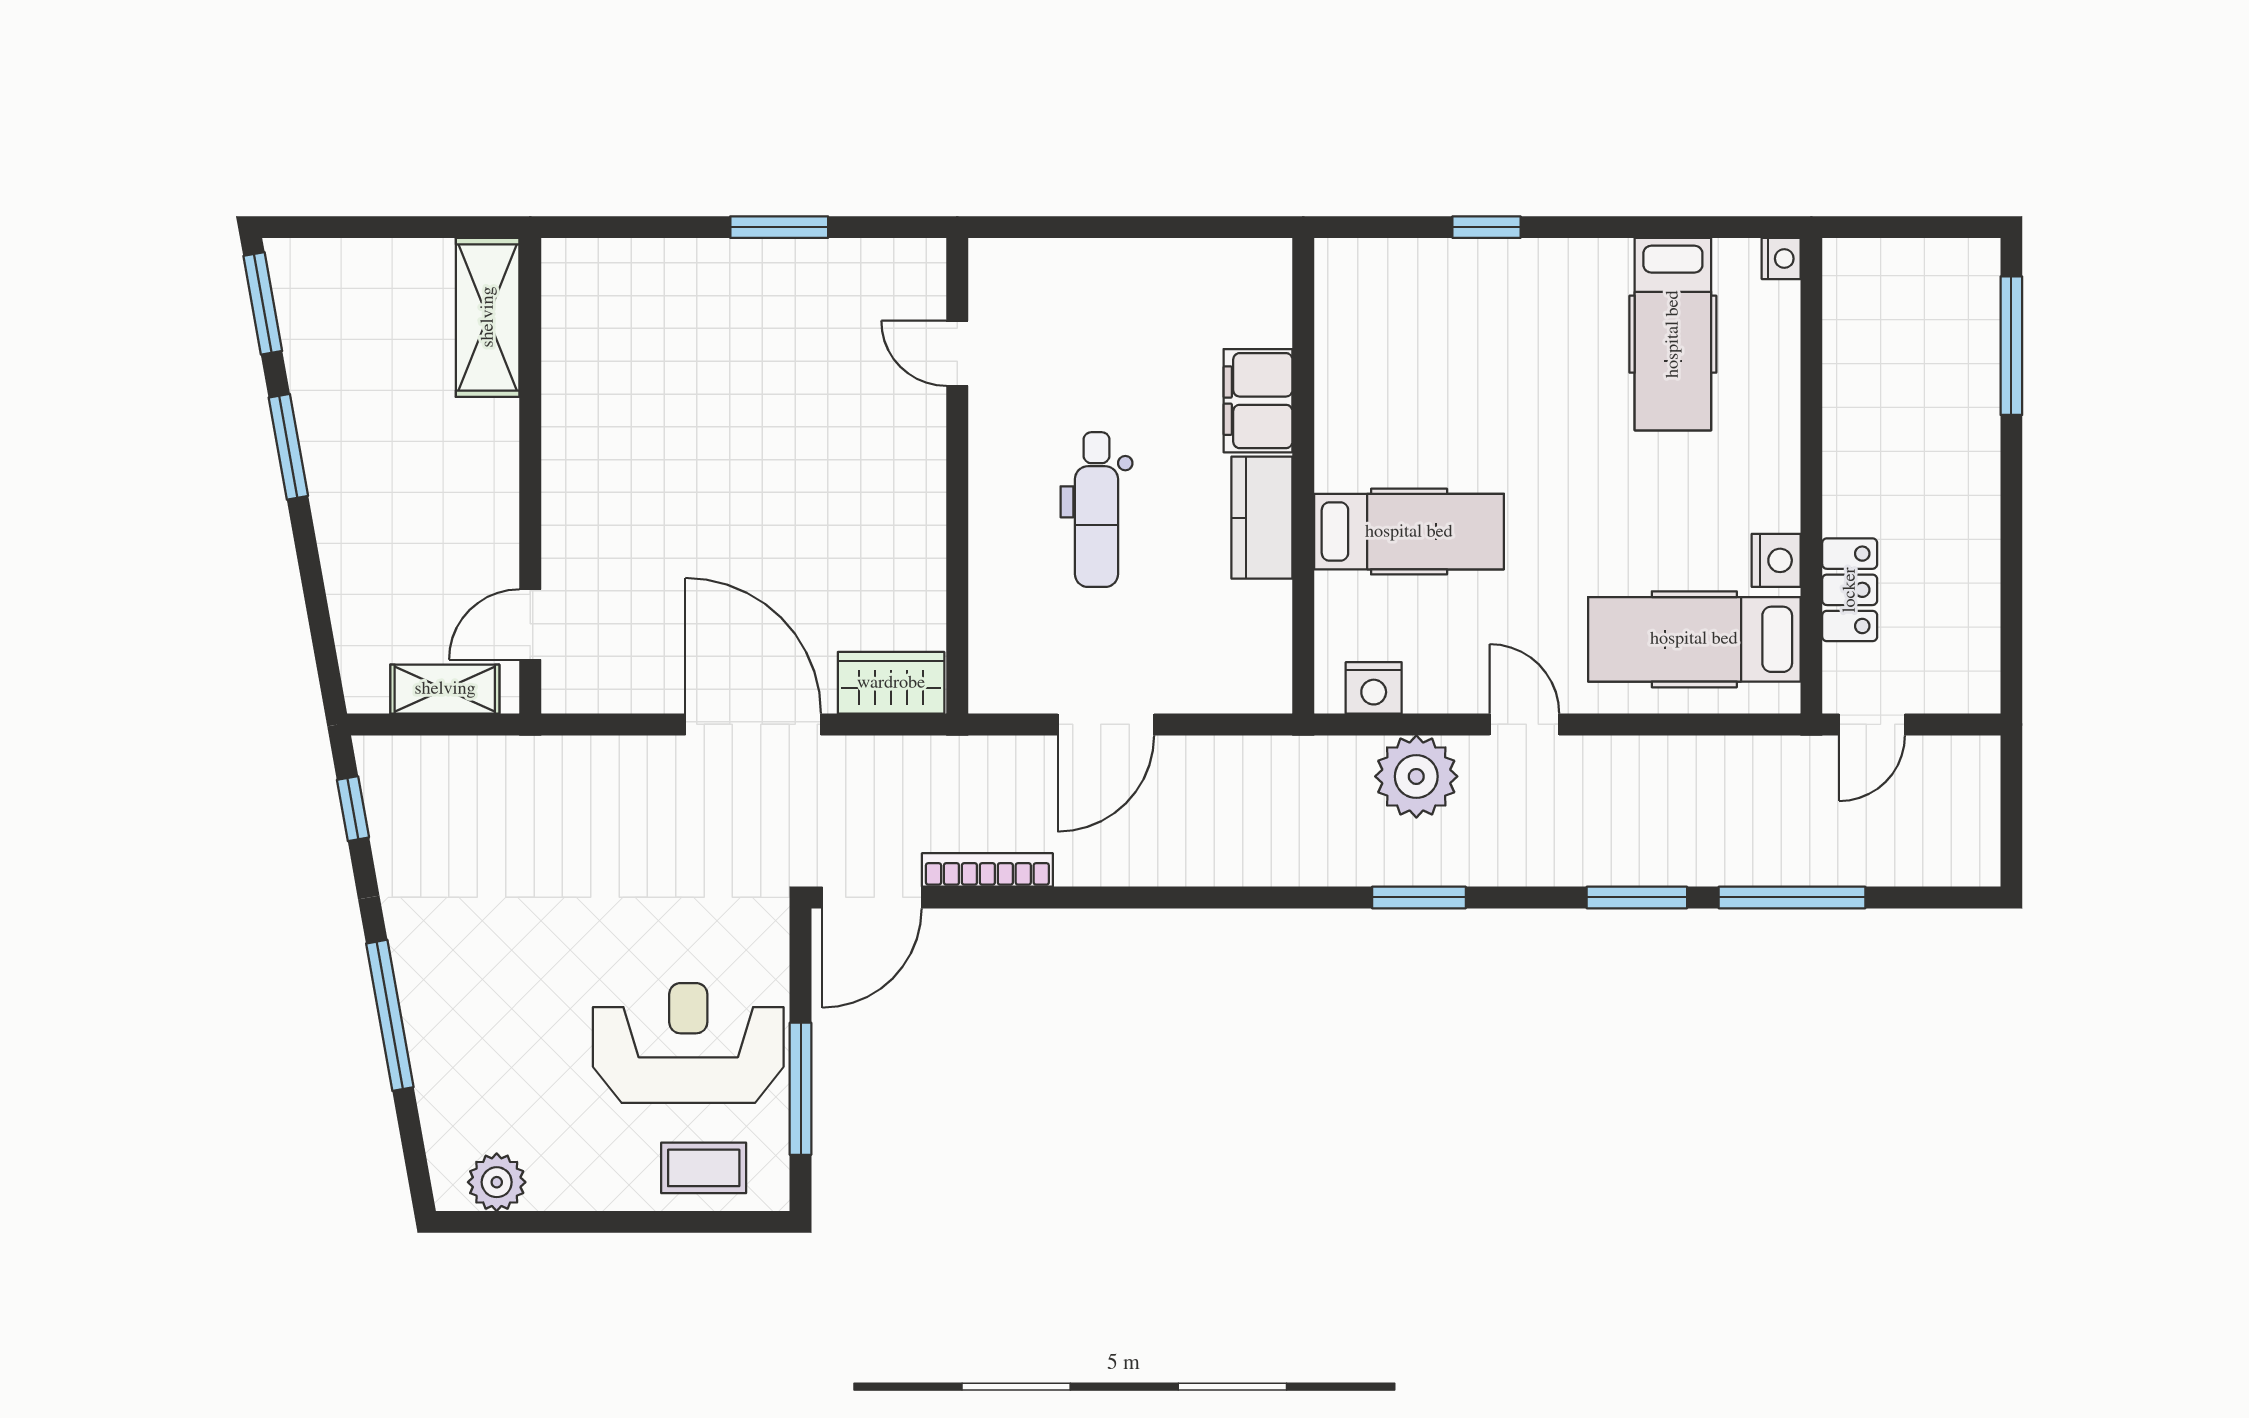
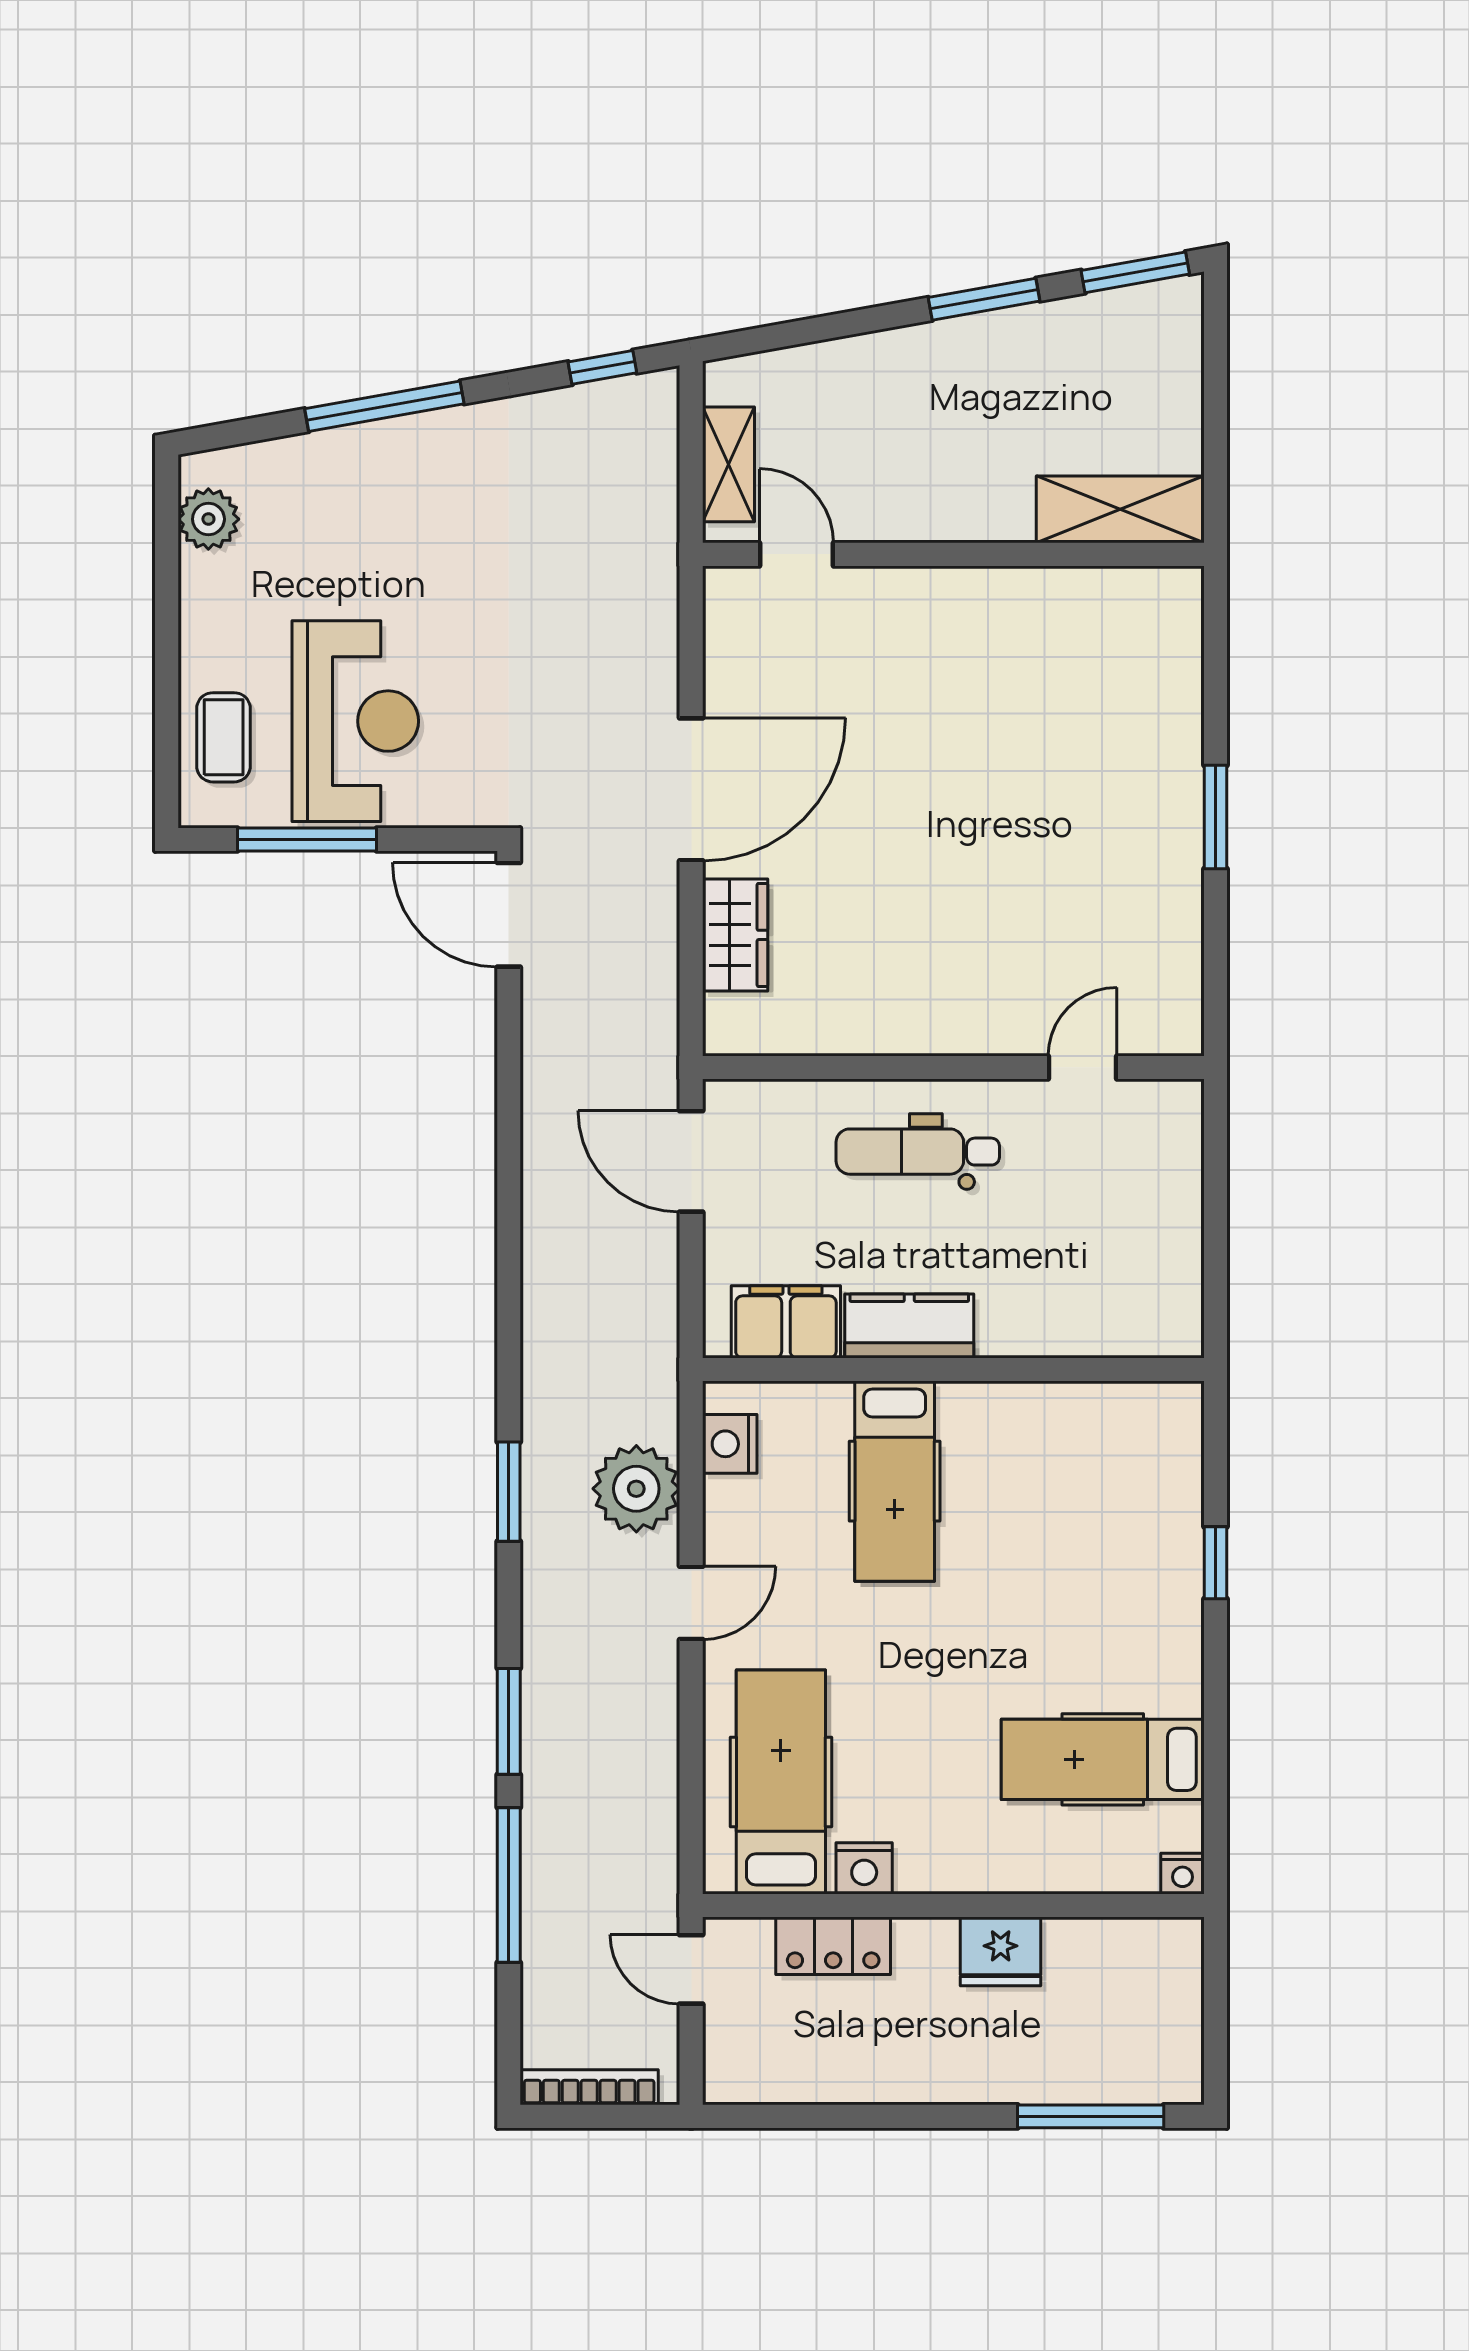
door: (957, 353) -> (1083, 1067), moved
filing cabinet: (1258, 401) -> (786, 1322), moved
fridge: (1855, 431) -> (1001, 1951), added
wall: (957, 476) -> (953, 1067), moved
bookcase: (987, 870) -> (589, 2087), moved, turned -90

